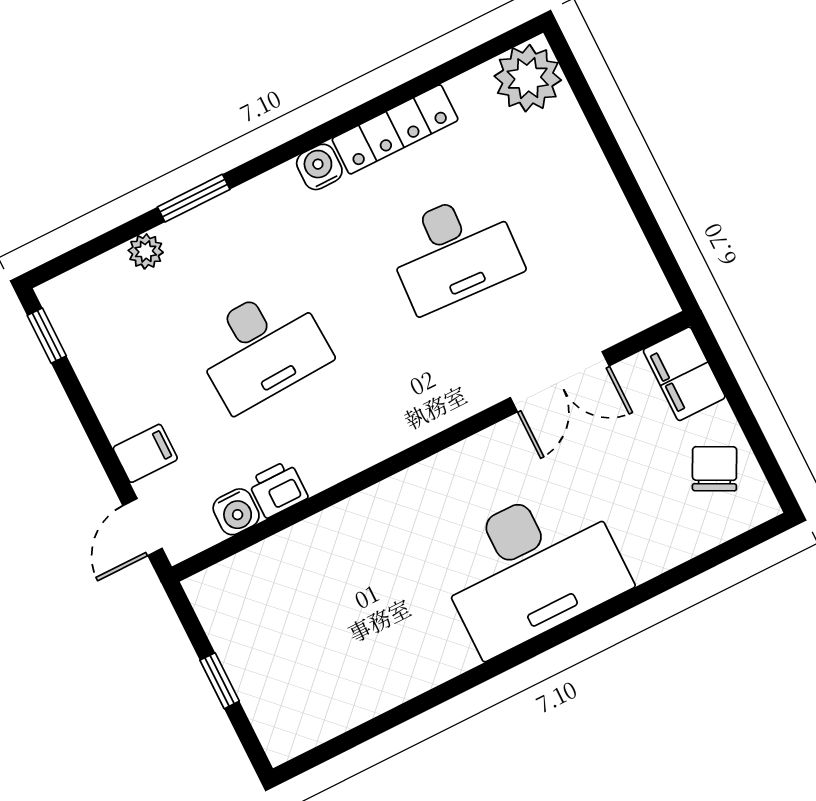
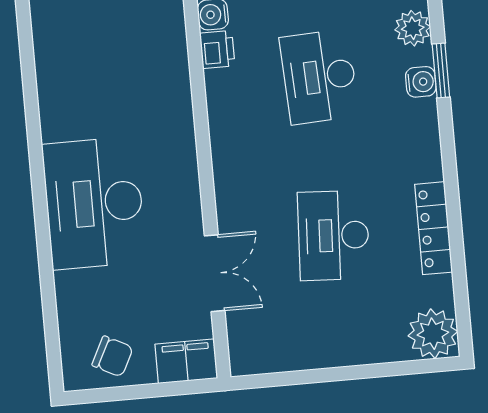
water cooler: (319, 167) -> (421, 82), moved
plant: (146, 251) -> (413, 28), width x1.38, depth x1.38
double door: (560, 382) -> (215, 273), swing flipped

